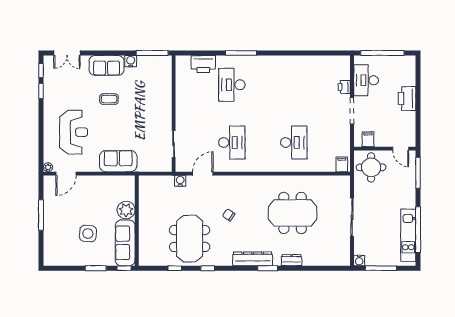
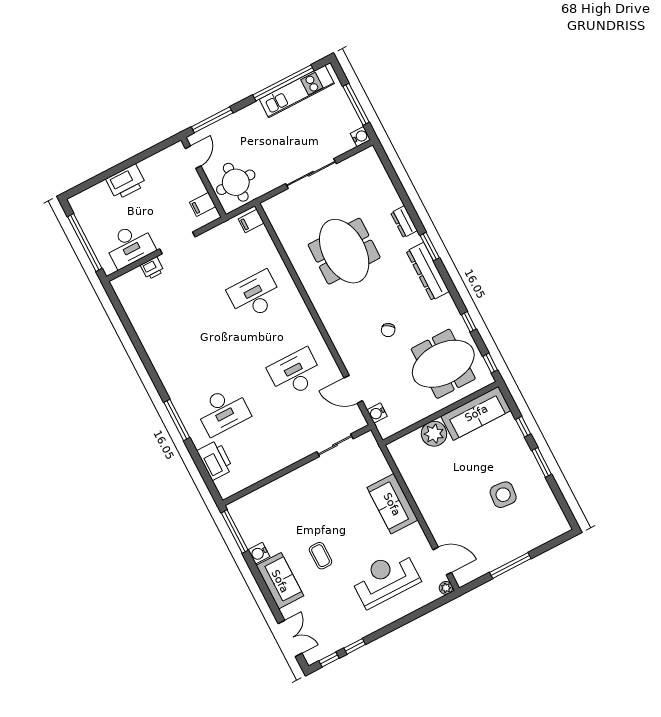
plant: (126, 210) -> (434, 434), moved
wall: (137, 221) -> (440, 413), moved
sofa: (125, 243) -> (476, 413), moved

